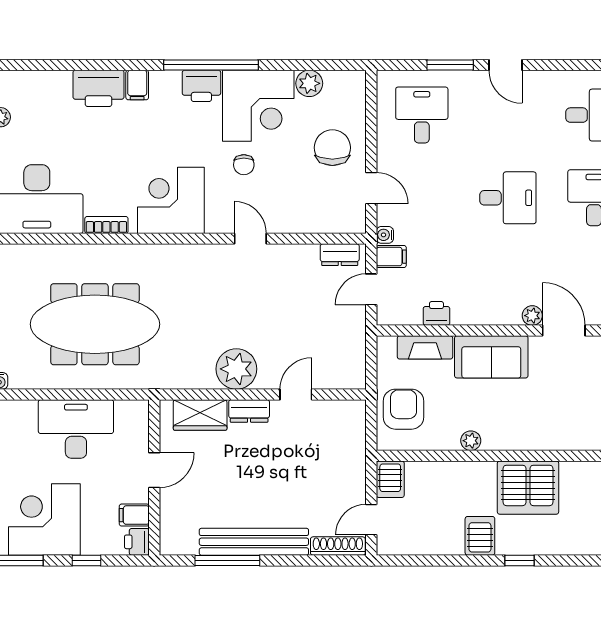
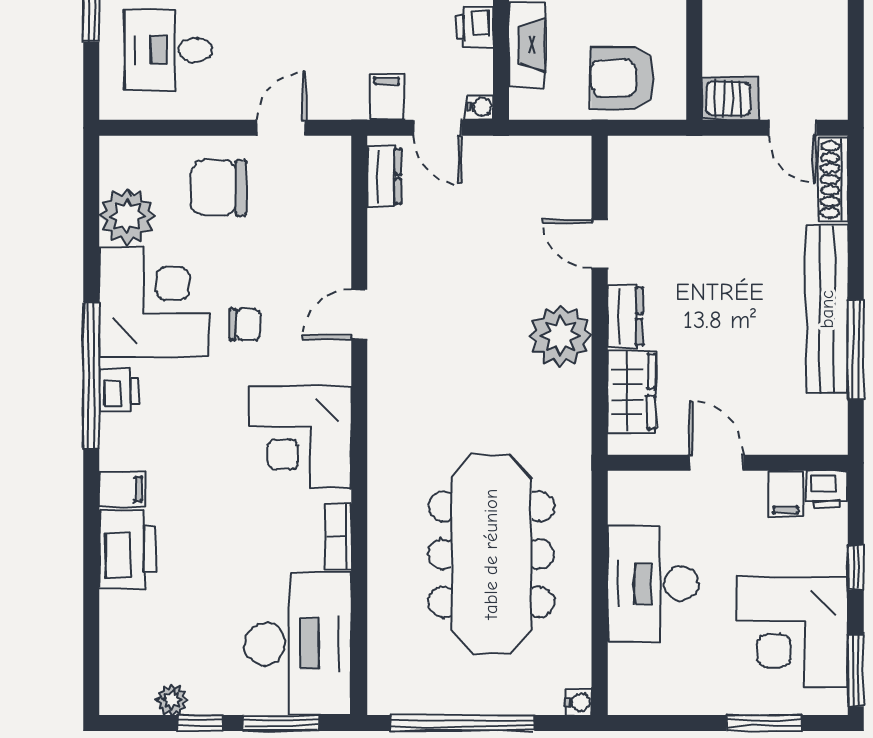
plant: (309, 83) -> (127, 216), width x1.36, depth x1.36
printer: (201, 86) -> (119, 390), width x0.73, depth x0.81
water cooler: (385, 235) -> (480, 107), moved, turned -90

